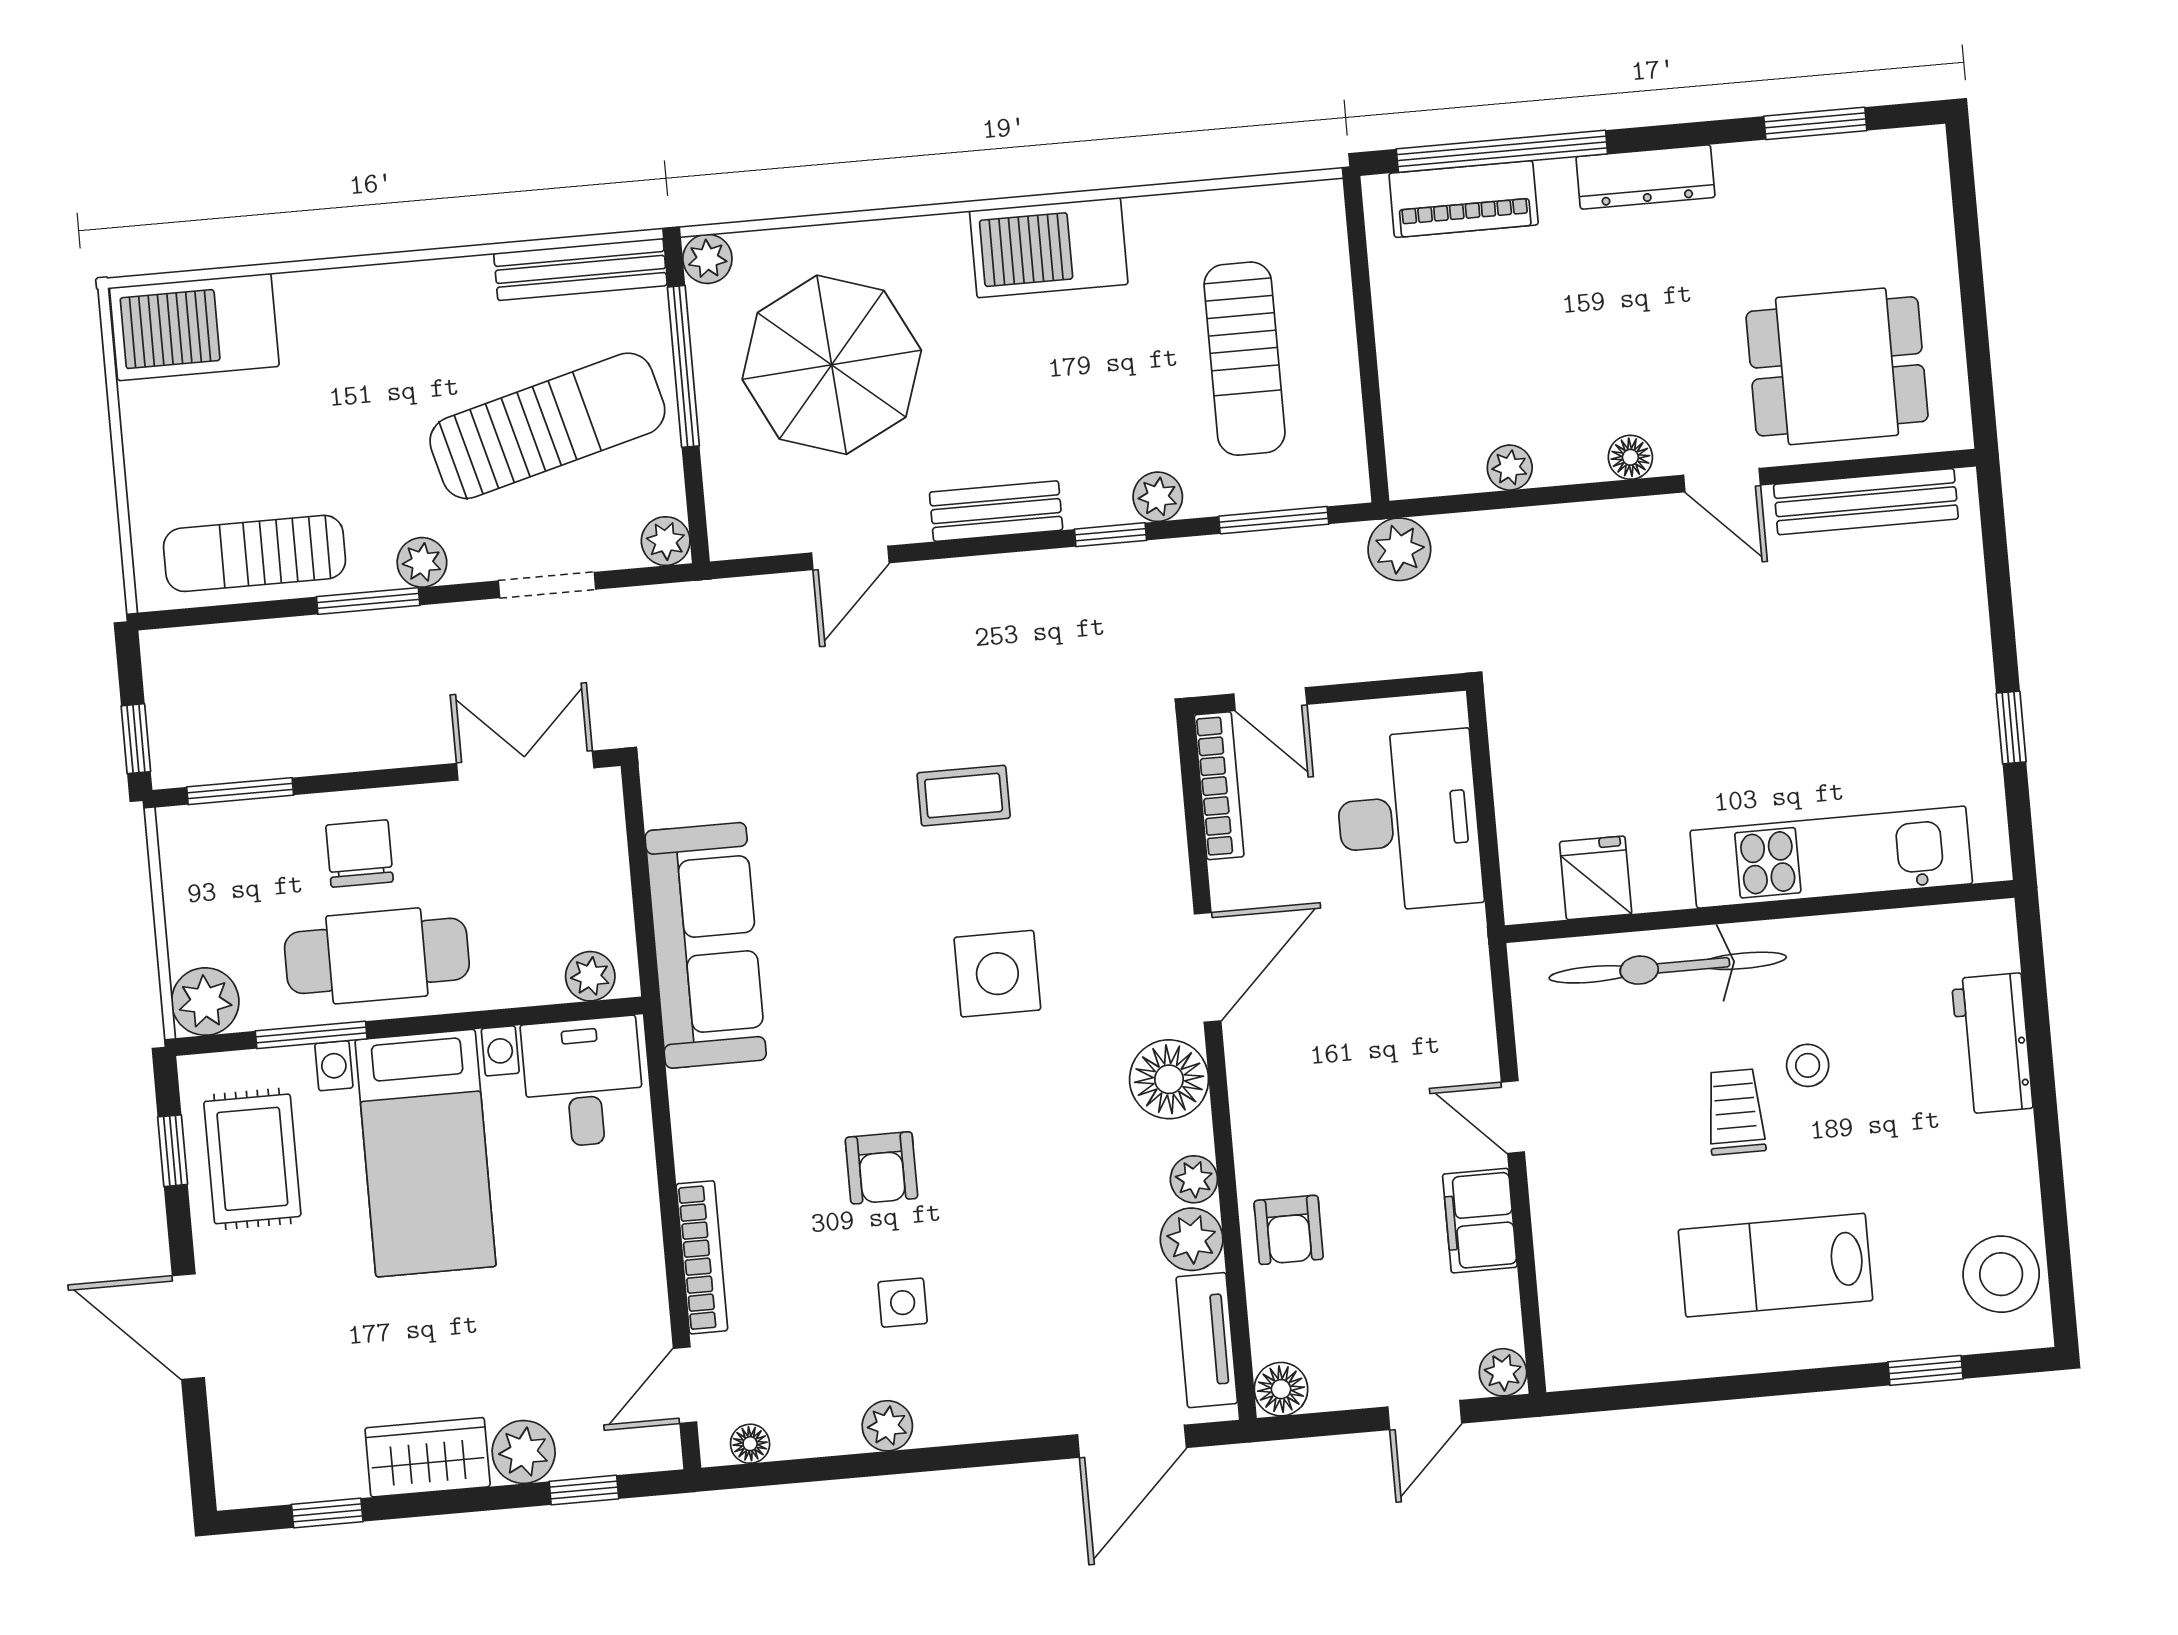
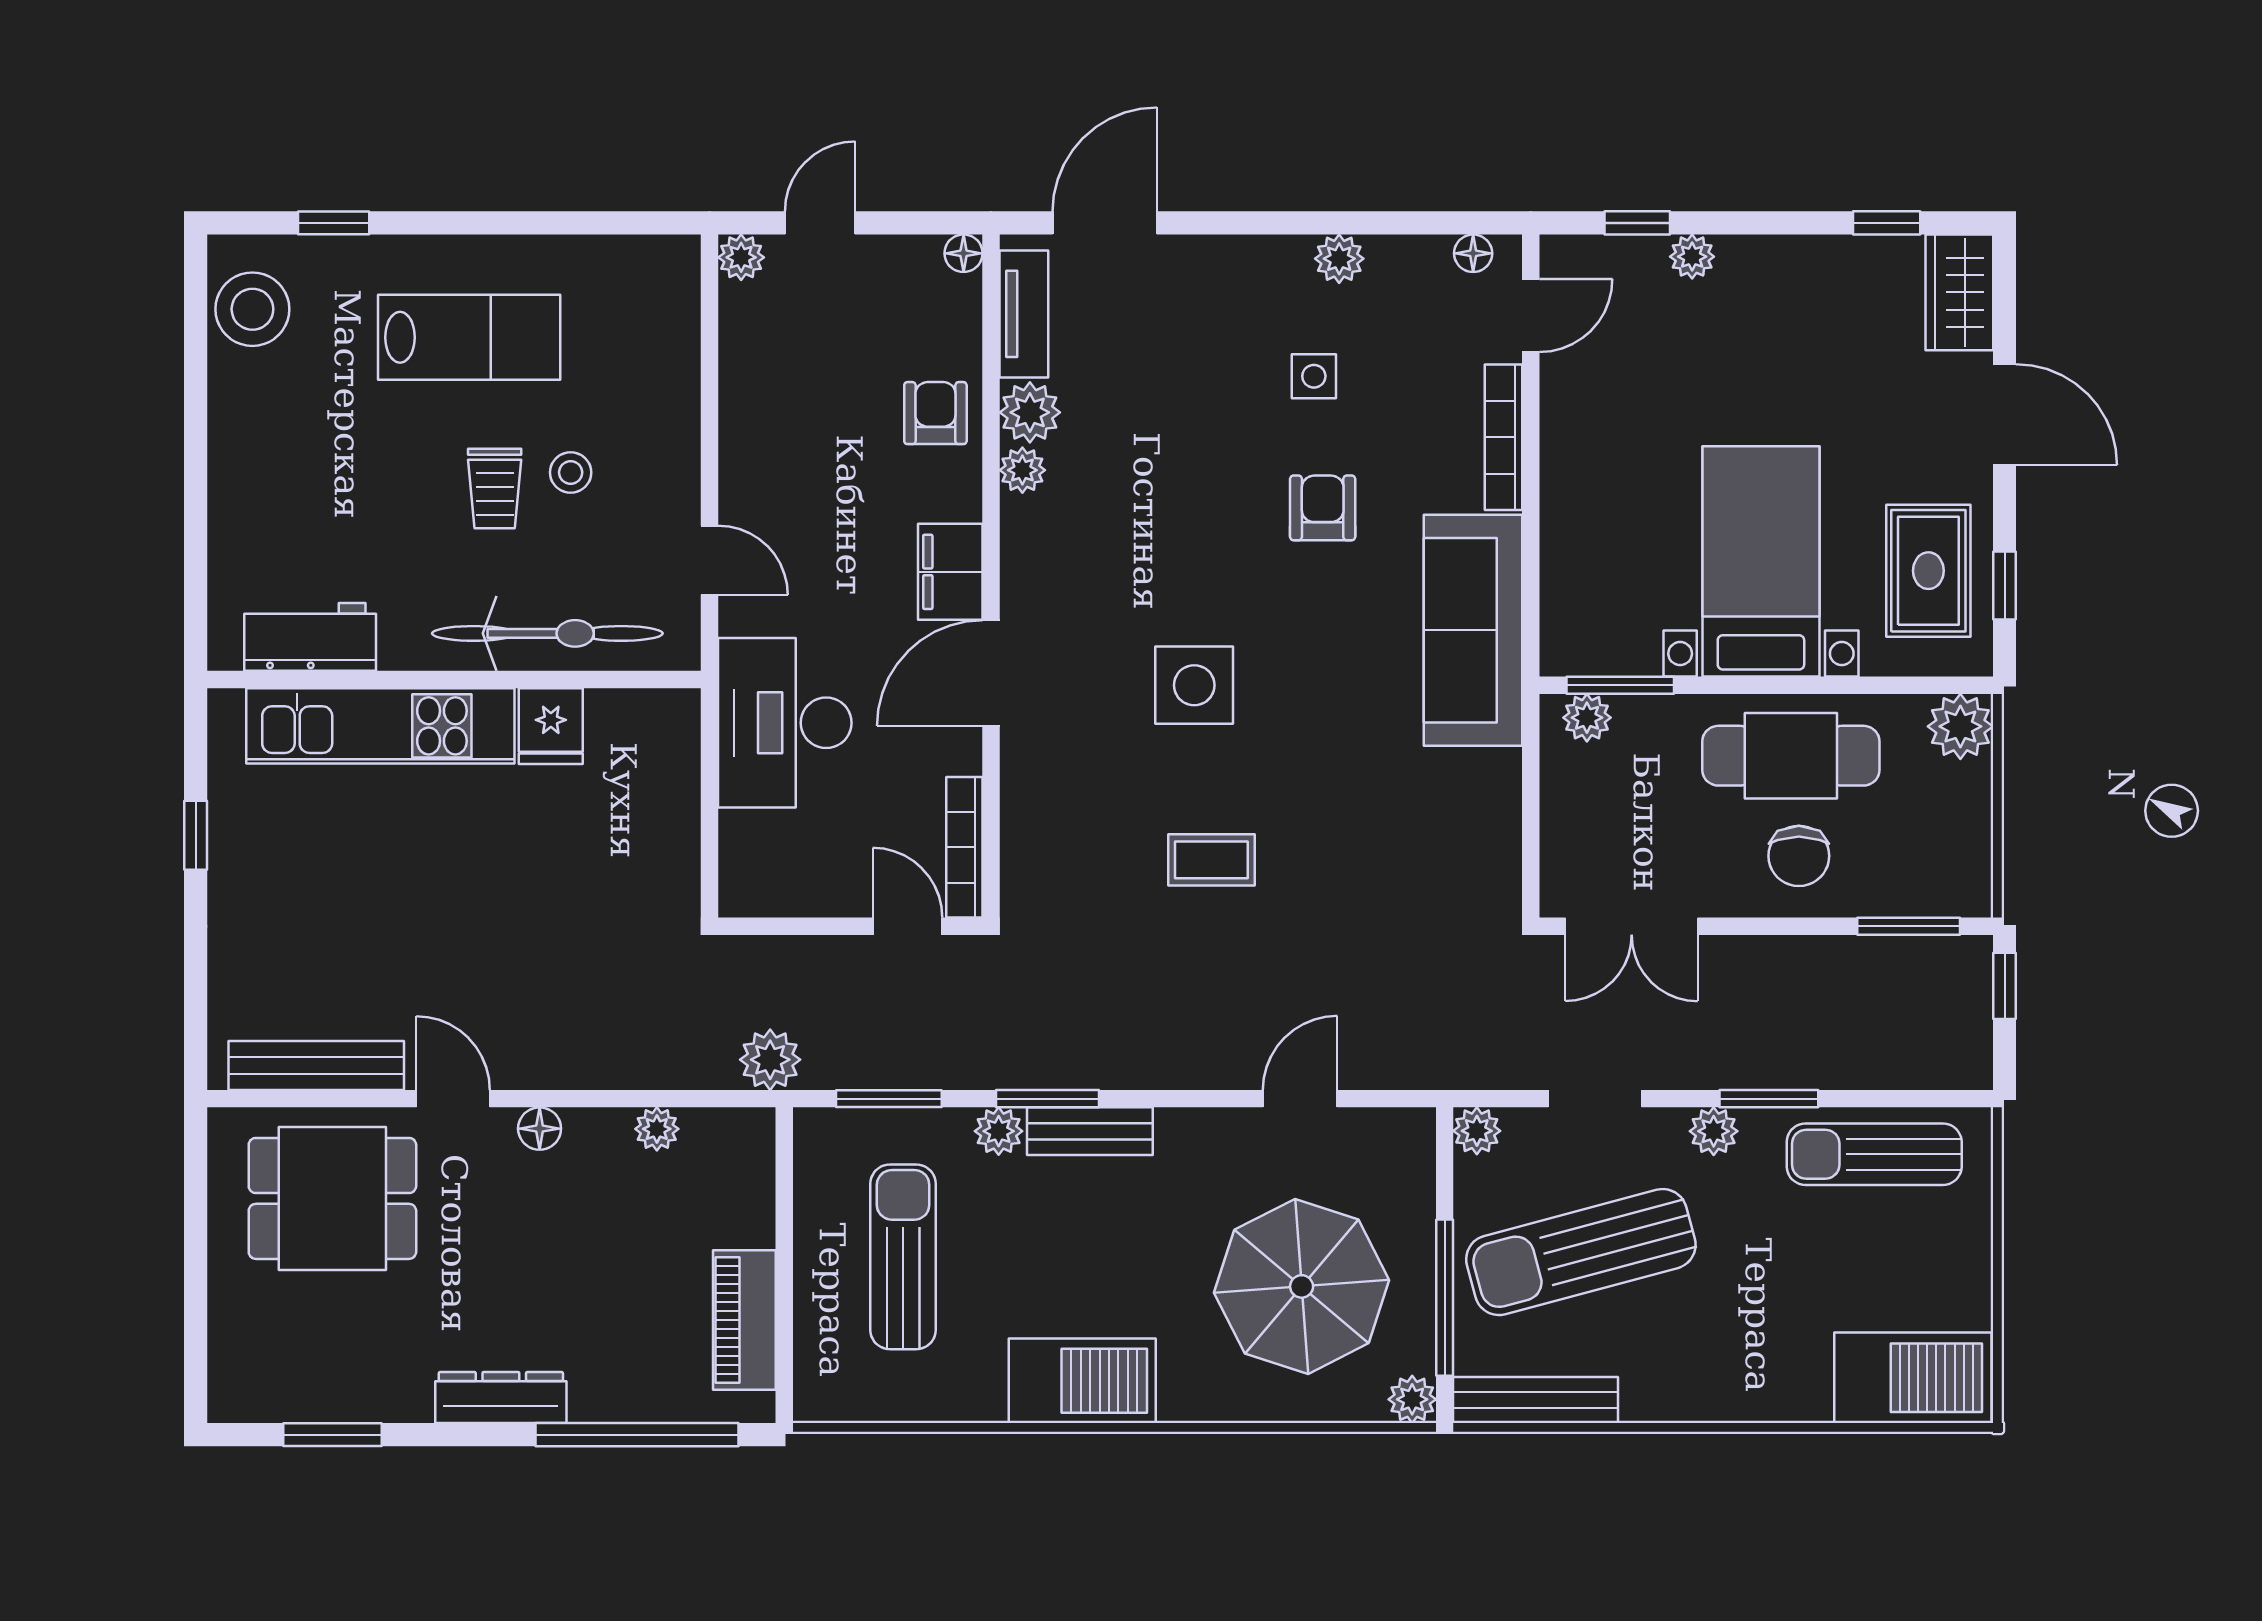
piano: (1464, 199) -> (744, 1320), moved, turned -90
bench: (996, 511) -> (1090, 1131), moved
window: (1110, 535) -> (1047, 1099), width x1.50
sun lounger: (255, 553) -> (1874, 1154), turned 180
desk: (1408, 821) -> (785, 723), moved
fridge: (1596, 878) -> (551, 726), moved
sofa: (706, 945) -> (1473, 630), moved
window: (311, 1035) -> (1620, 685), moved
workbench: (1992, 1043) -> (310, 637), moved, turned -90
stool: (1808, 1065) -> (571, 472), moved
floor lamp: (1169, 1079) -> (1038, 569), removed
desk: (583, 1082) -> (1603, 616), removed
door: (1513, 1117) -> (710, 560), moved
filing cabinet: (1480, 1221) -> (950, 572), moved, turned 180
floor lamp: (1281, 1389) -> (964, 253), width x0.73, depth x0.73
plant: (524, 1452) -> (1692, 257), width x0.73, depth x0.73
wardrobe: (428, 1457) -> (1959, 292), moved, turned 90

